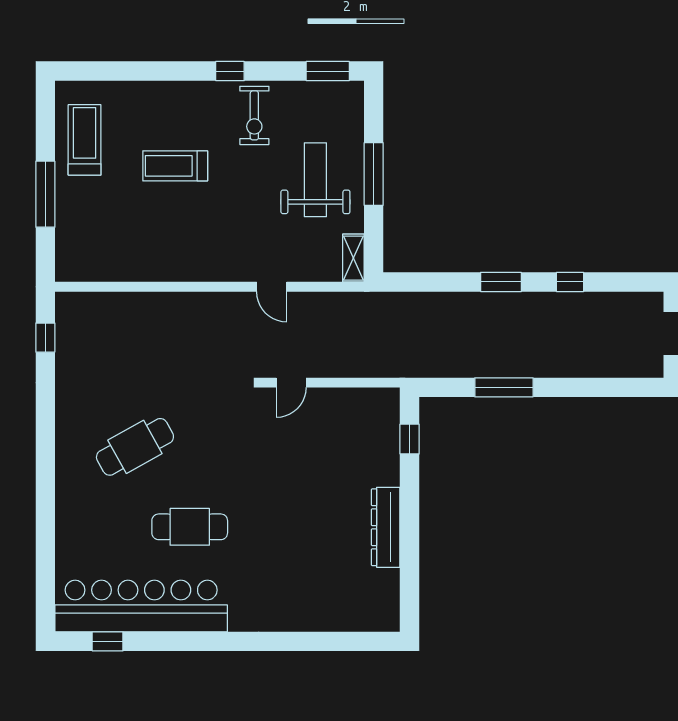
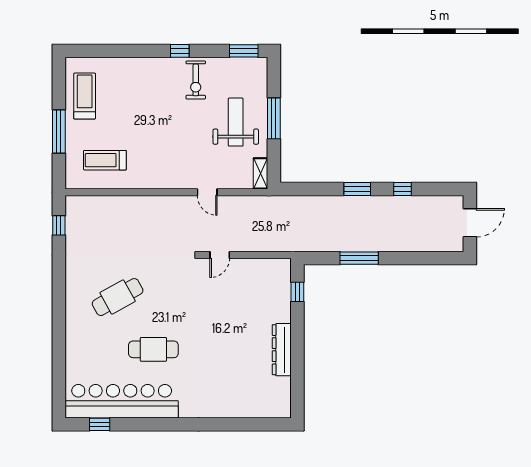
treadmill: (175, 166) -> (105, 160), moved

